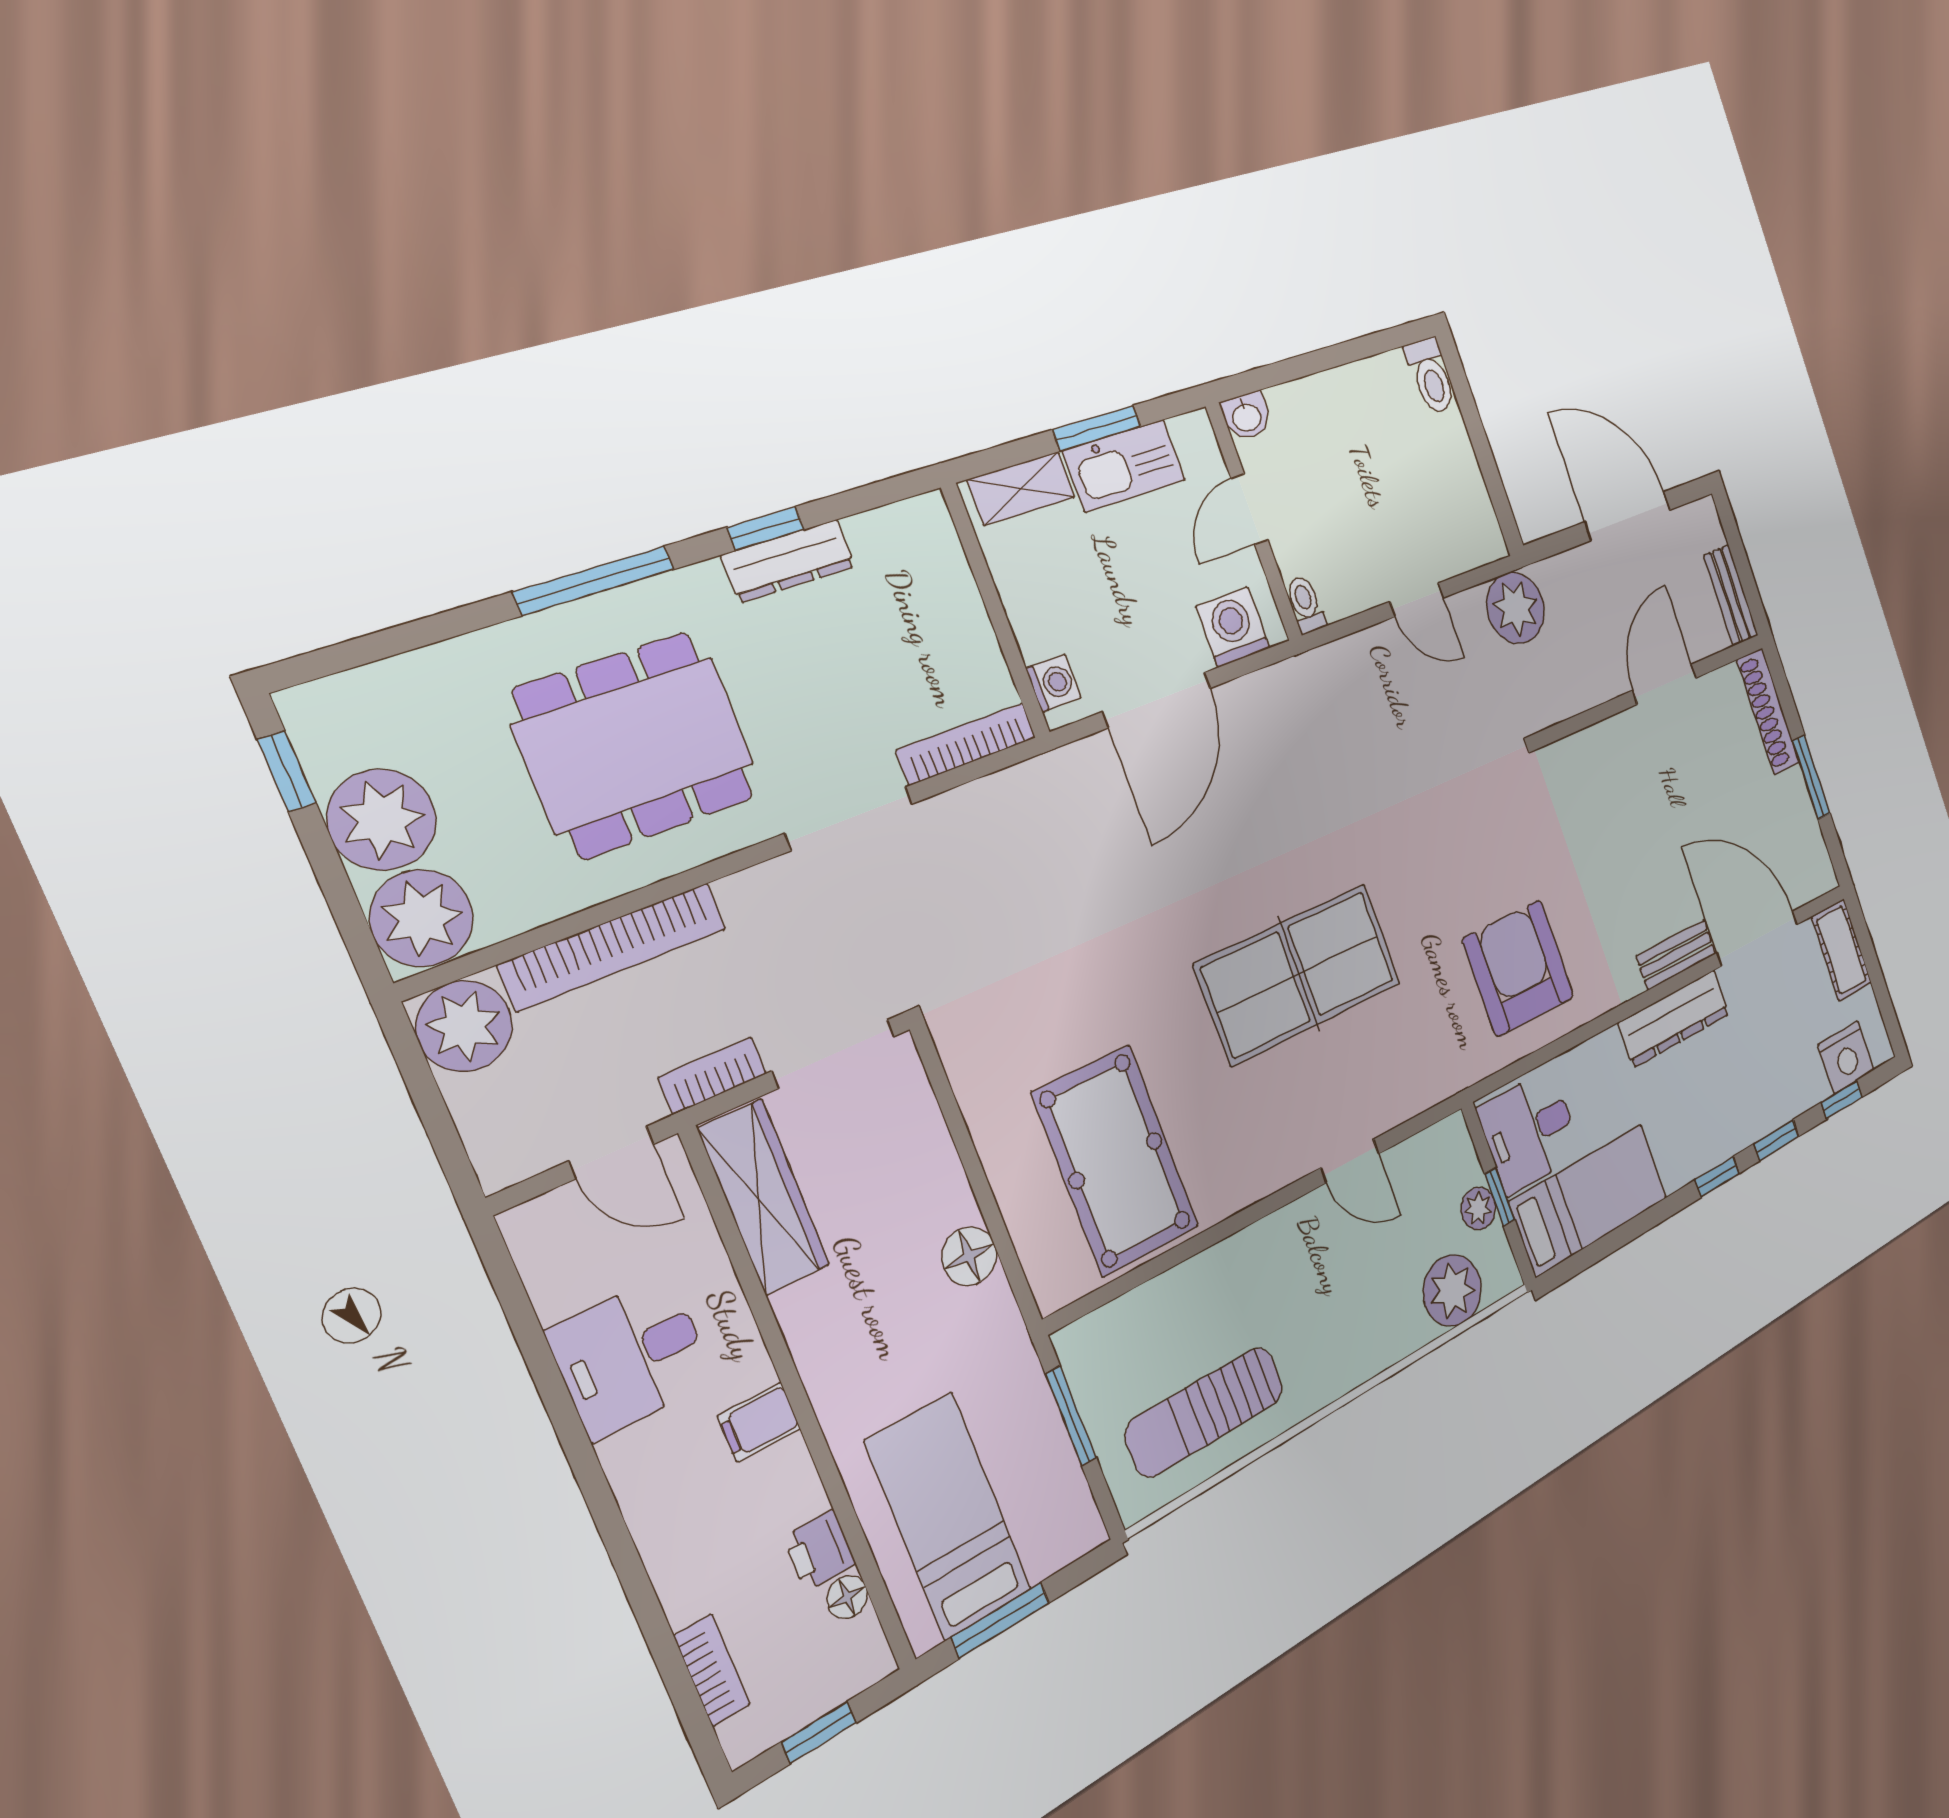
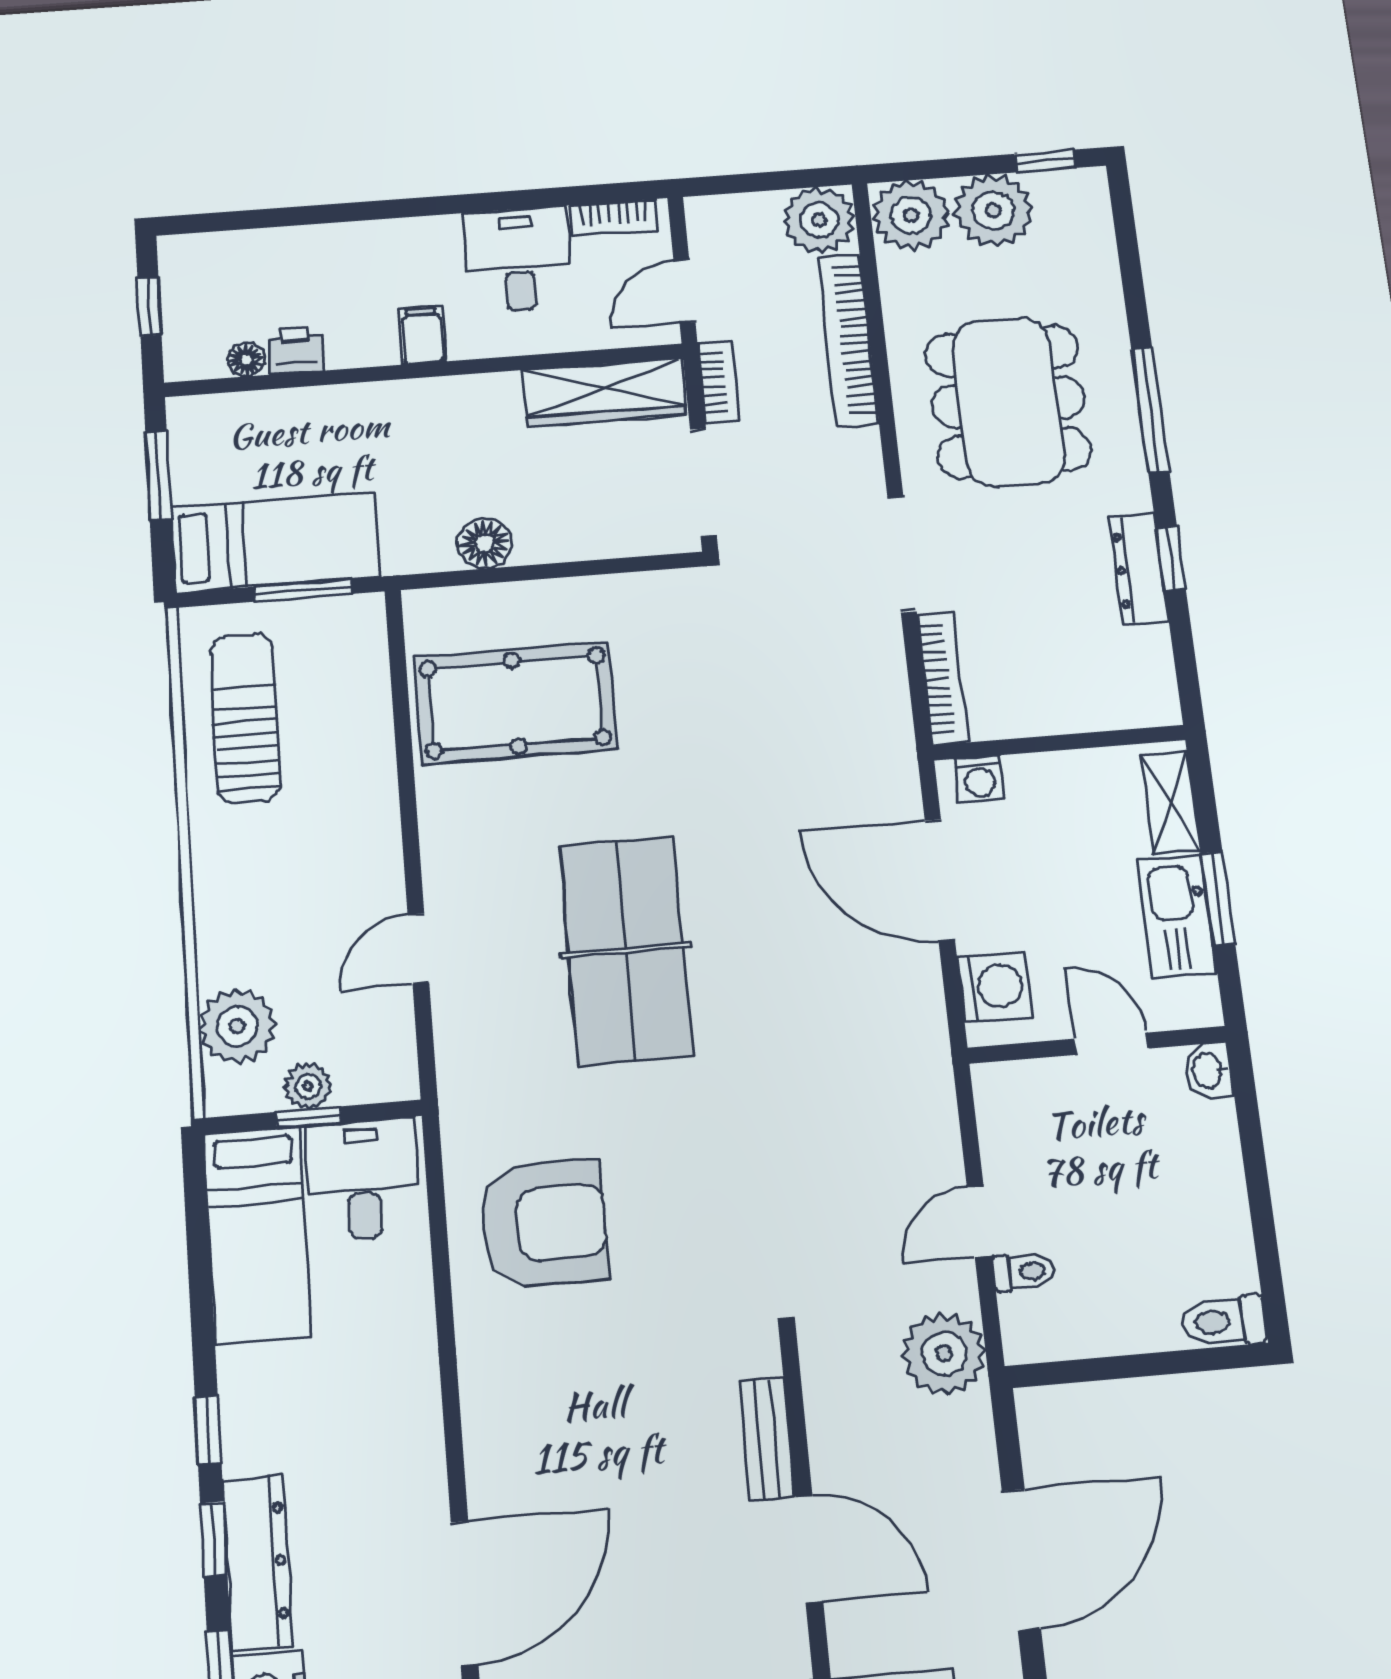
toilet: (1306, 605) -> (1024, 1272), moved
bench: (1676, 955) -> (767, 1438), moved
dresser: (1674, 1018) -> (257, 1562), moved, turned 180
bed: (949, 1516) -> (275, 542), moved
bookcase: (712, 1670) -> (614, 218), moved

